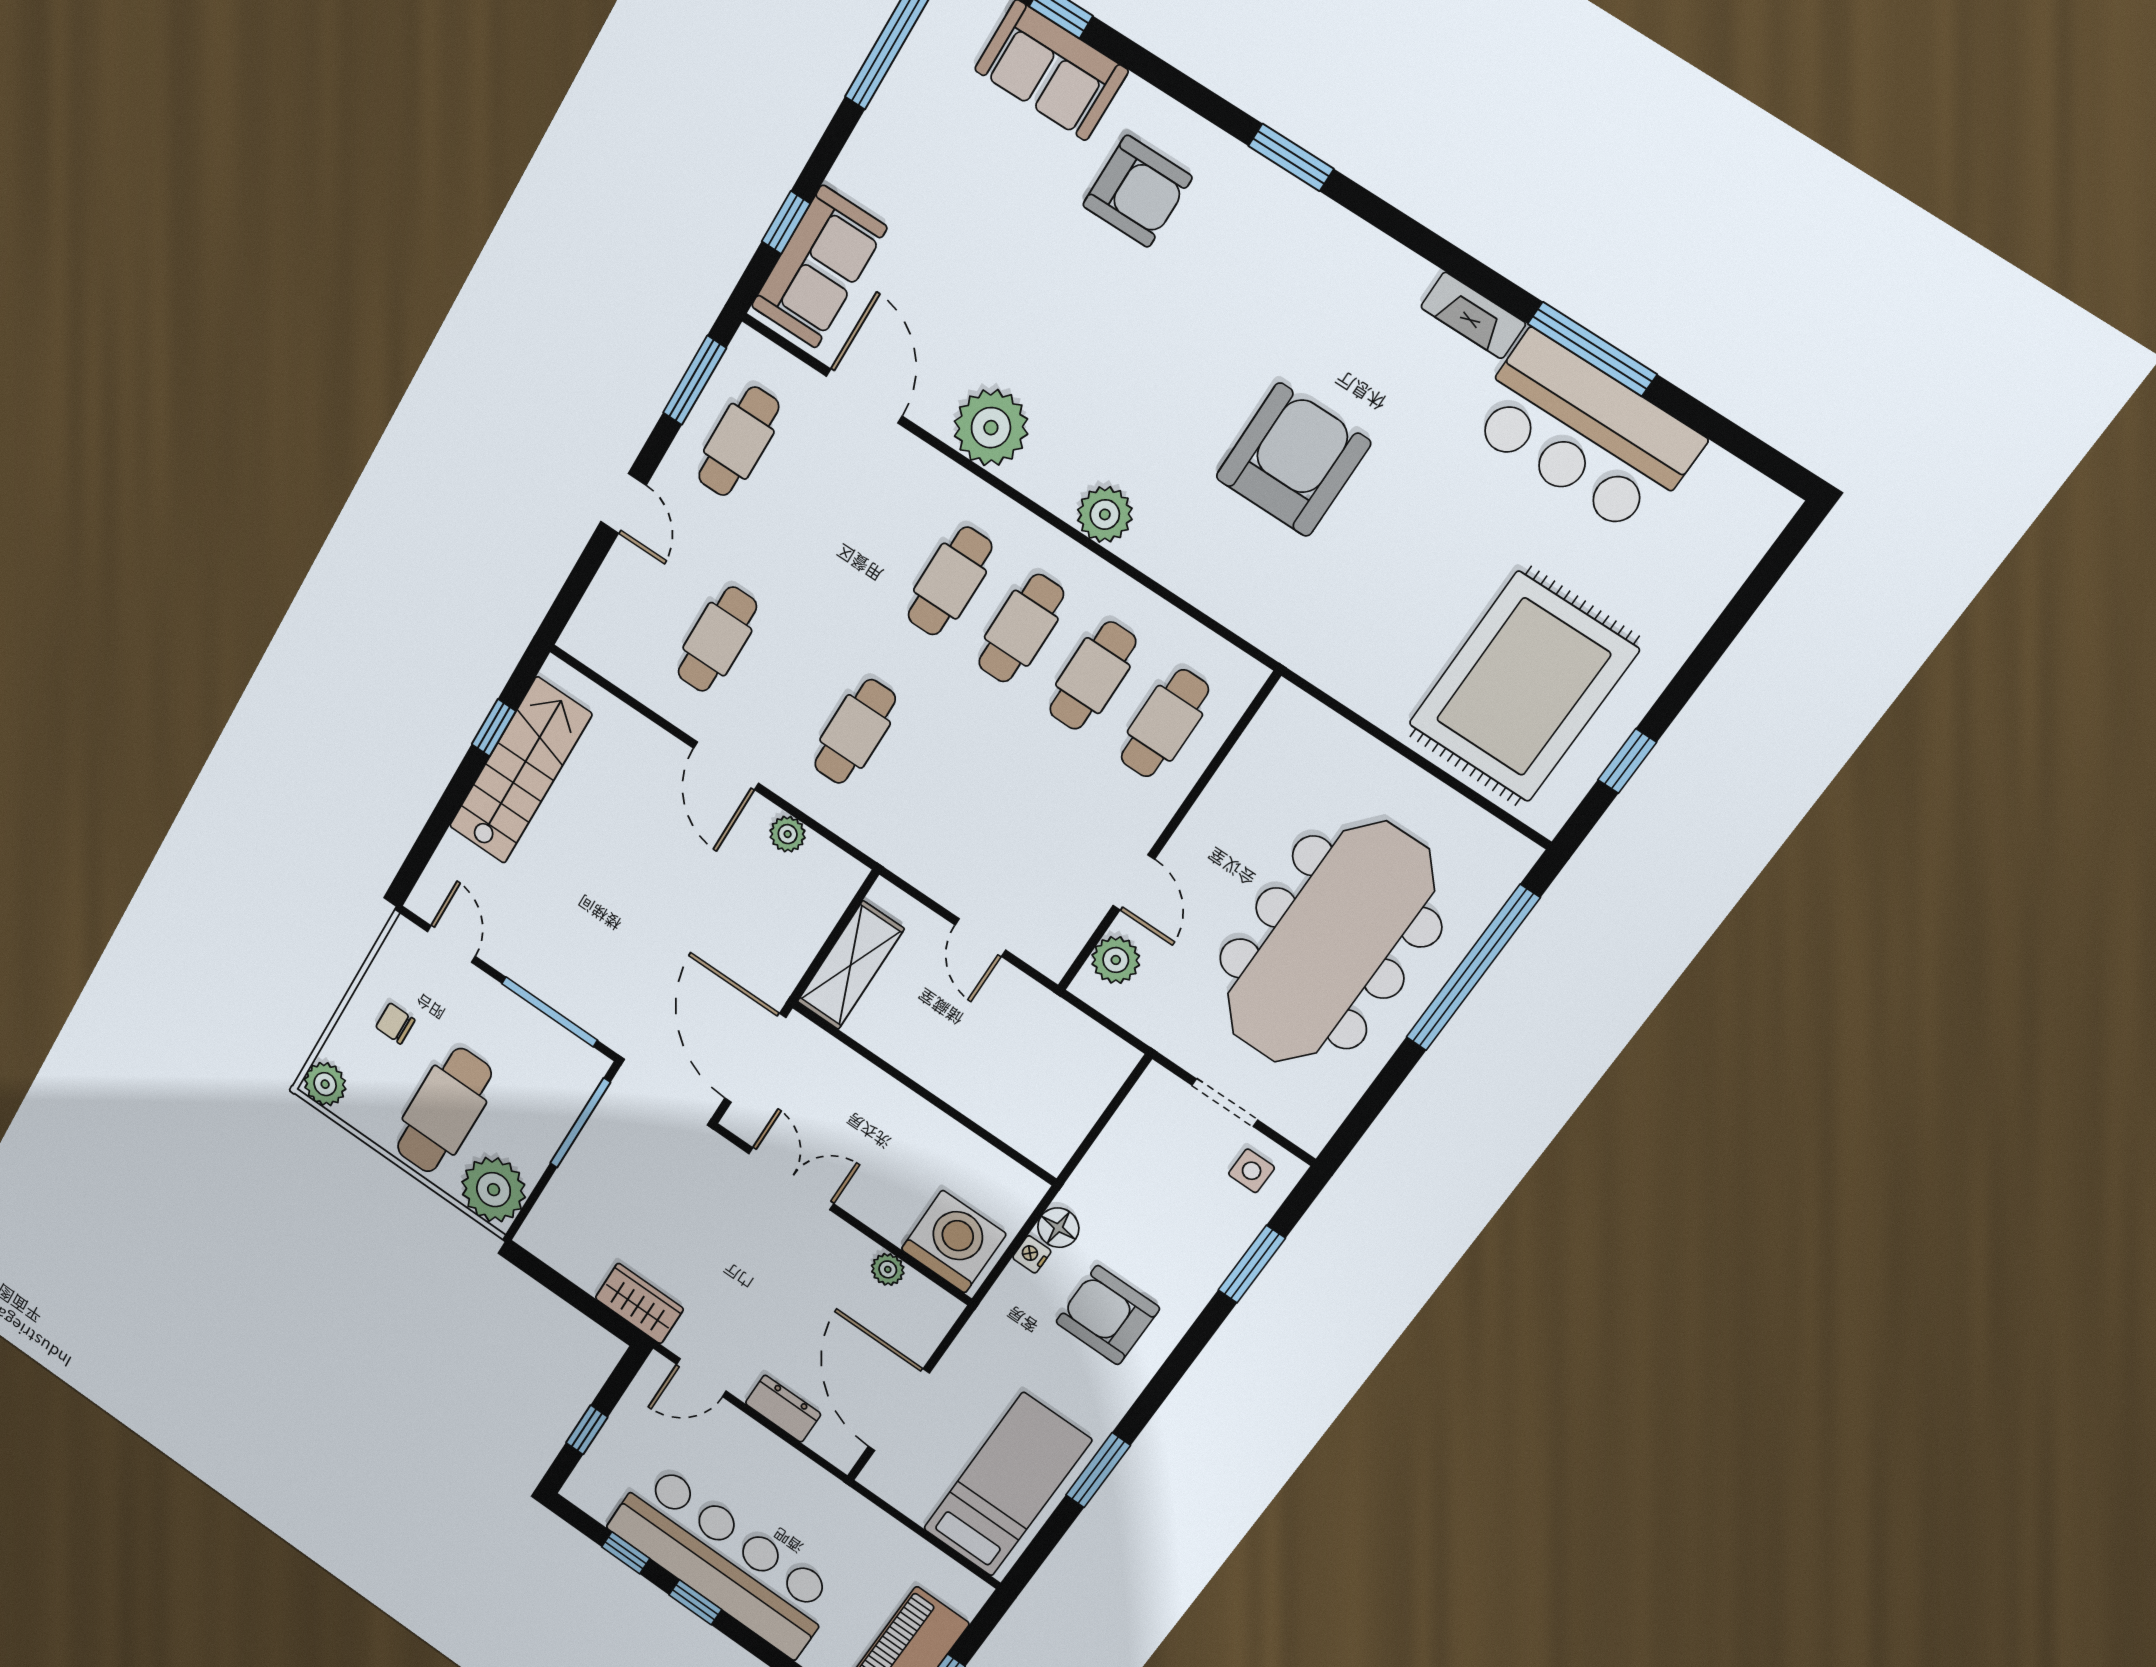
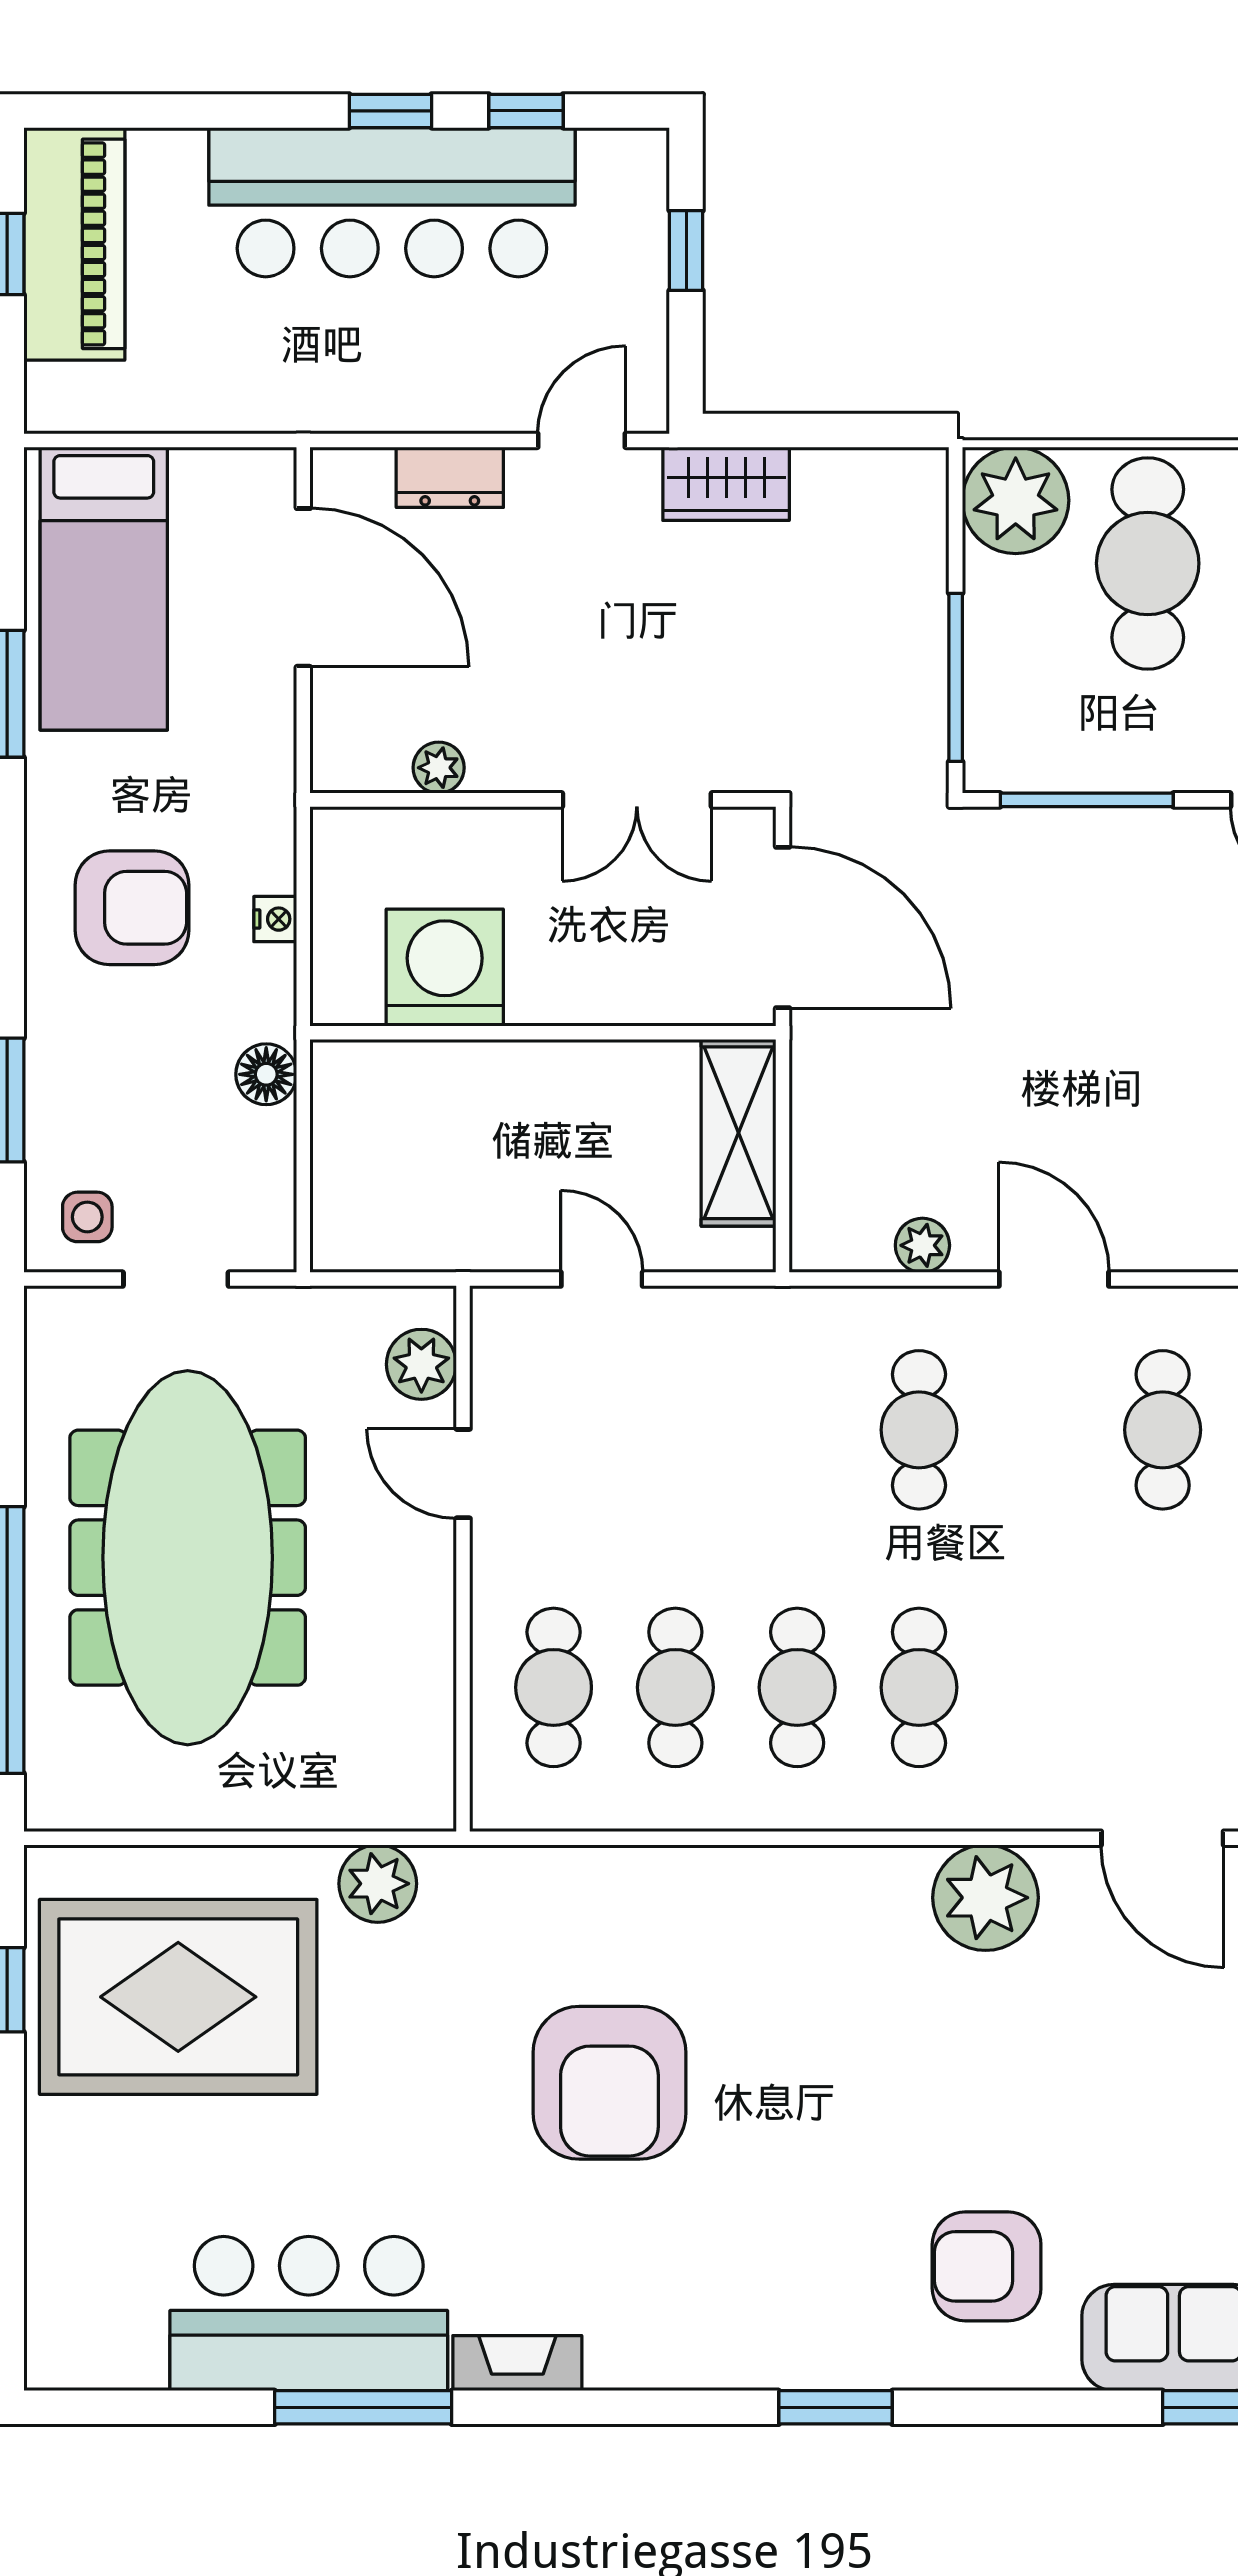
plant: (1105, 514) -> (378, 1884), moved
rug: (1523, 687) -> (178, 1997), turned 90
floor lamp: (1058, 1228) -> (266, 1074), moved
washing machine: (954, 1242) -> (445, 968), moved, turned 180

